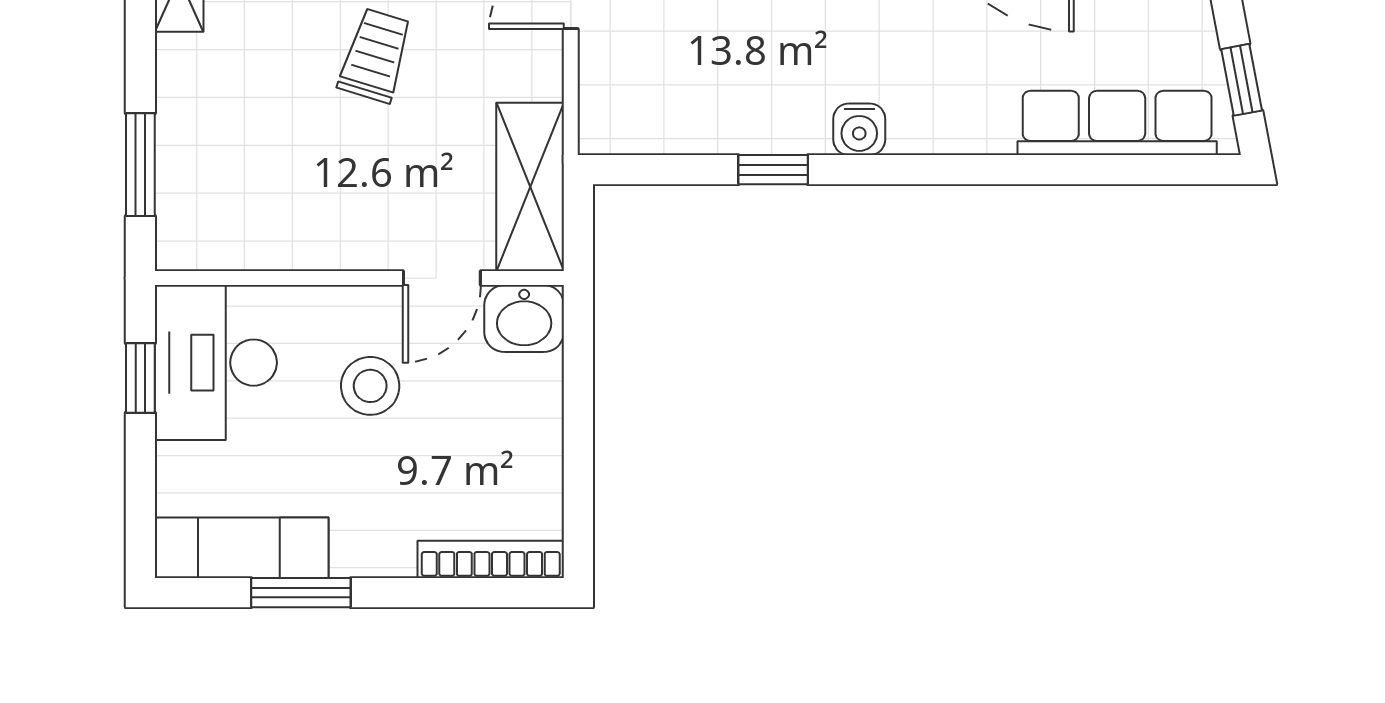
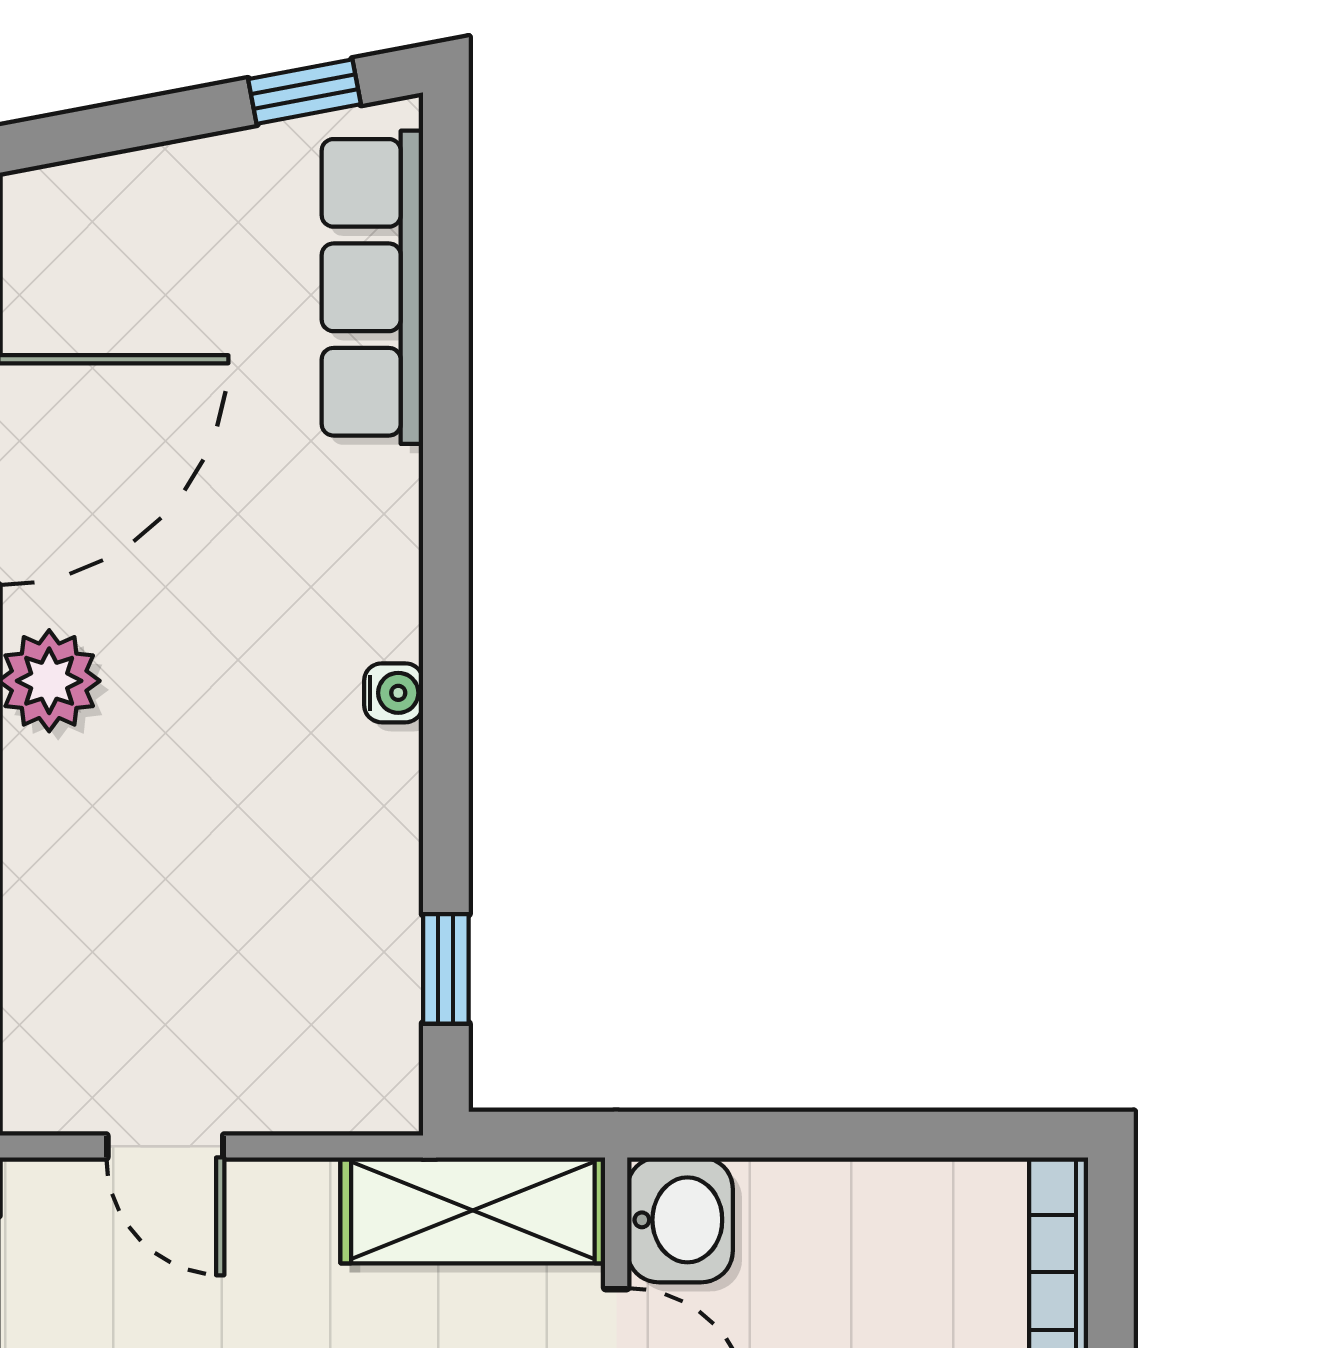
water cooler: (859, 129) -> (394, 693), width x0.72, depth x0.72
window: (773, 170) -> (446, 969), moved

